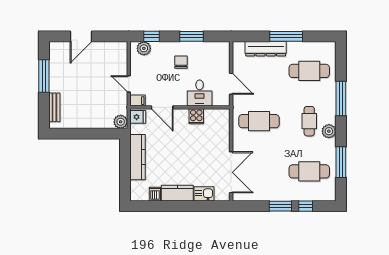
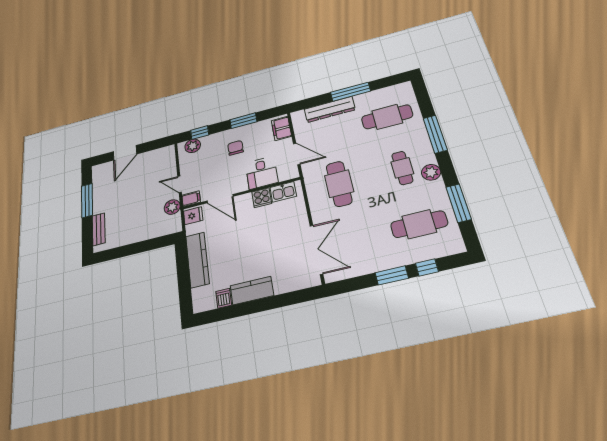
filing cabinet: (223, 55) -> (281, 128), added
cafe table: (259, 121) -> (339, 184), turned 90
plant: (121, 122) -> (172, 207), moved
kitchen sink: (204, 194) -> (283, 192), moved, turned 180

